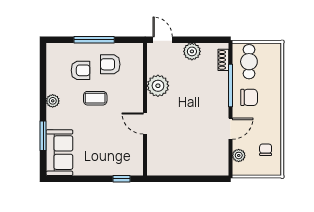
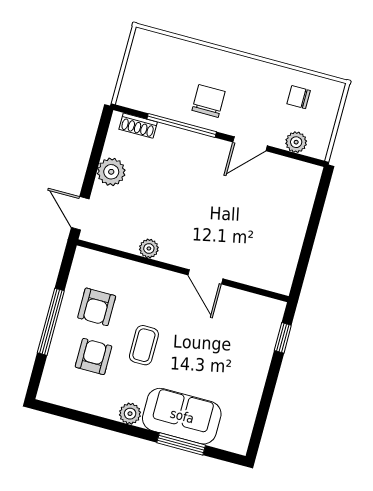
door: (163, 40) -> (80, 213), hinge flipped
cafe table: (249, 62) -> (152, 86), removed
plant: (158, 86) -> (149, 248), width x0.53, depth x0.53
door: (145, 123) -> (205, 277), hinge flipped
door: (230, 129) -> (250, 144), swing flipped
sofa: (59, 153) -> (182, 416), moved

